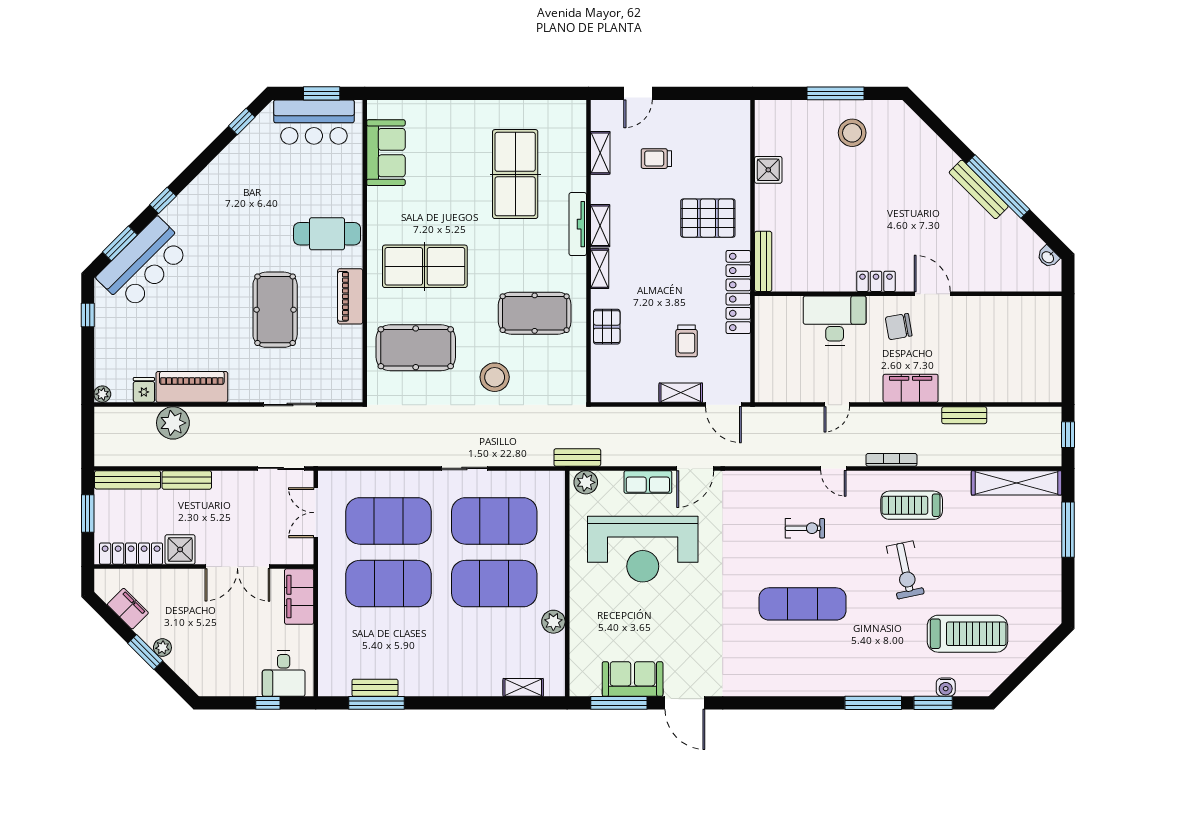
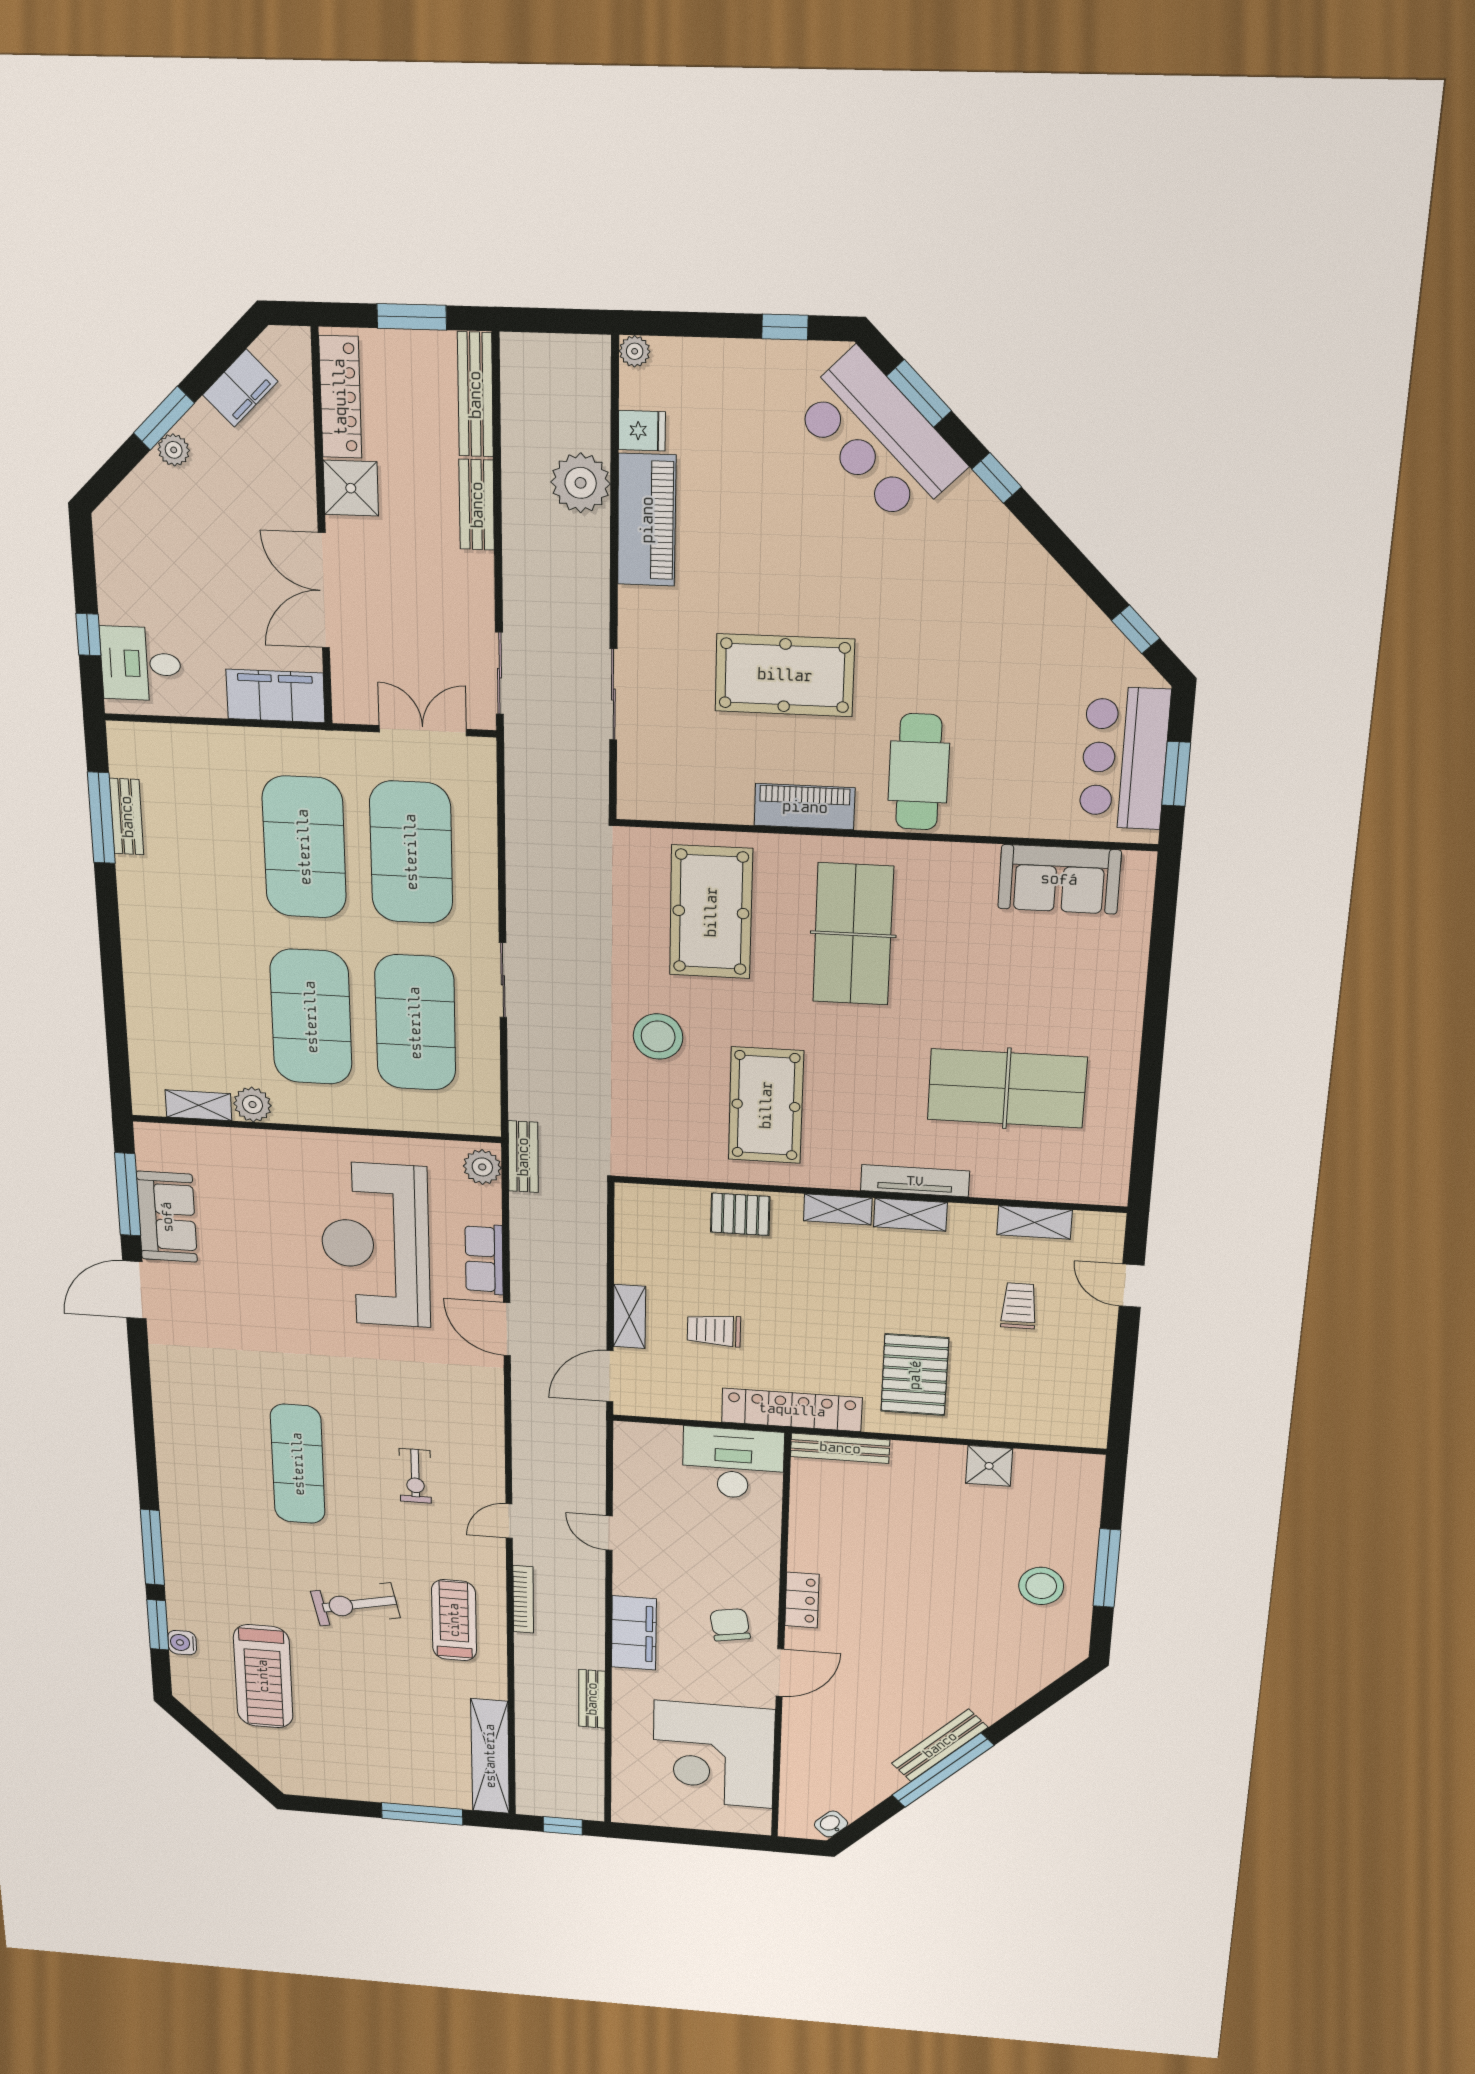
desk: (835, 320) -> (733, 1463), moved, turned -90
corner desk: (1000, 335) -> (713, 1754), added
shelving: (523, 687) -> (198, 1105), moved, turned 90

